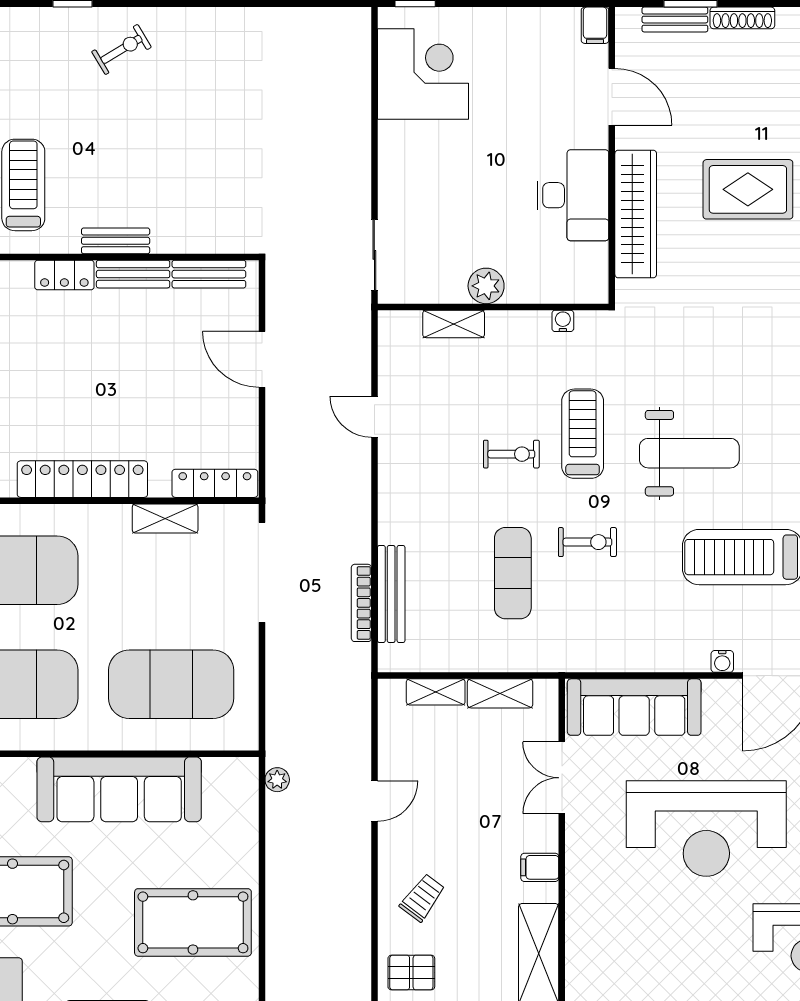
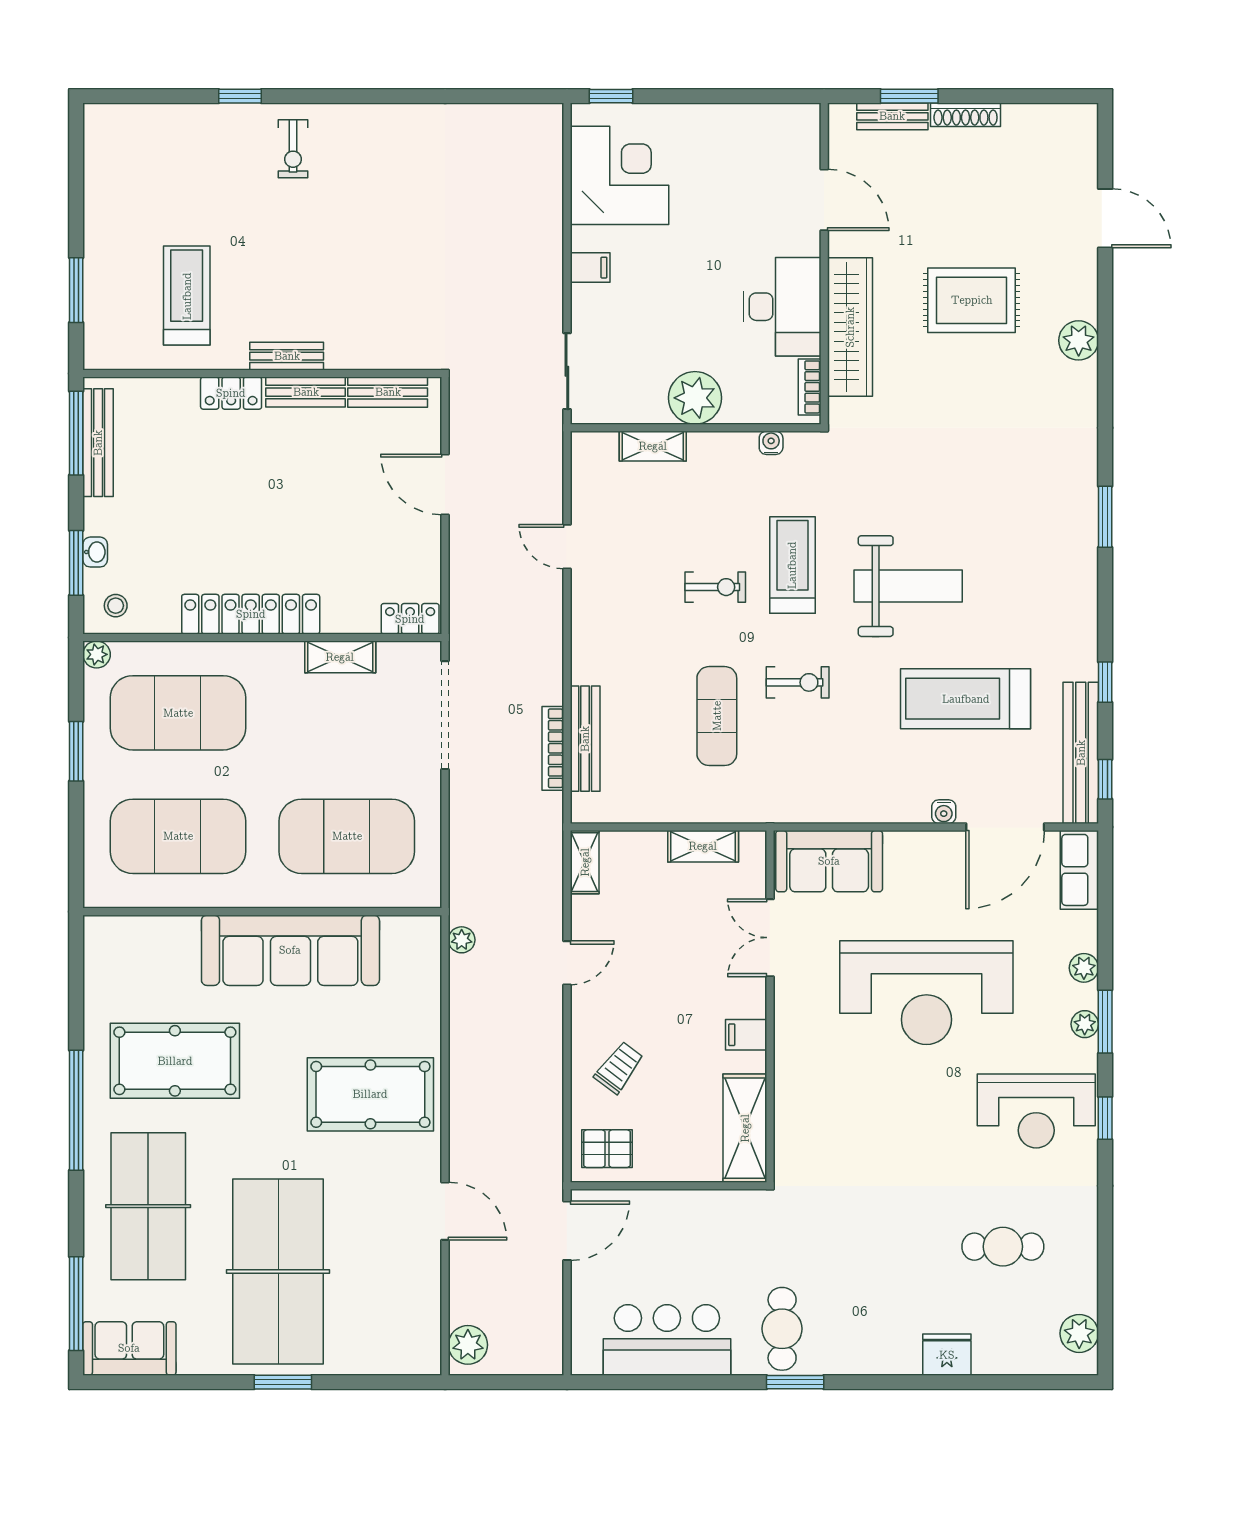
filing cabinet: (595, 25) -> (590, 268), moved, turned -90
exercise bike: (121, 49) -> (293, 149), turned 121
bookcase: (598, 269) -> (810, 387), added
plant: (486, 286) -> (695, 398), width x1.36, depth x1.36
locker: (215, 483) -> (410, 619), width x0.66
shelving: (436, 692) -> (585, 862), moved, turned 90
sofa: (634, 707) -> (829, 861), width x0.73

